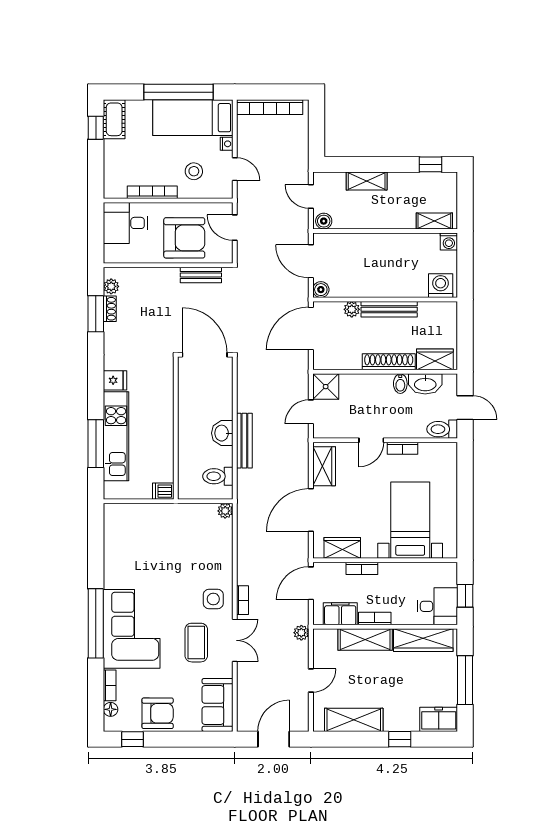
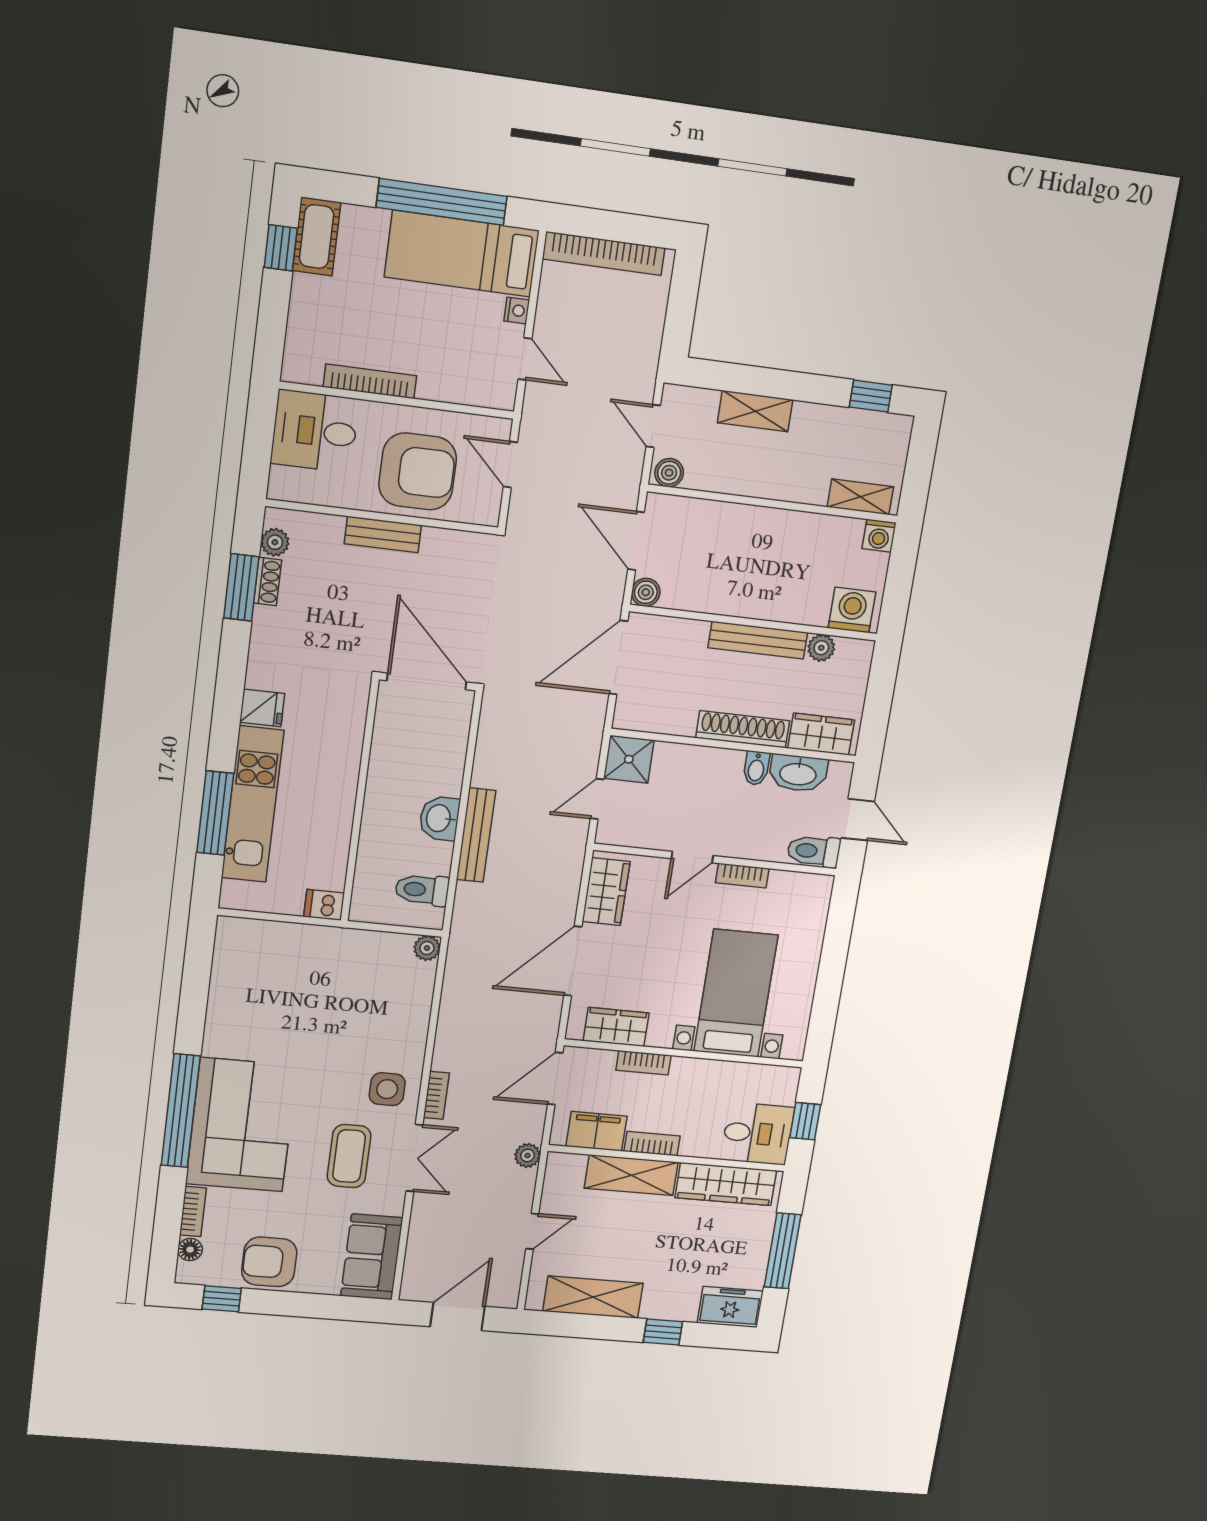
stool: (194, 171) -> (451, 353), removed
bench: (201, 275) -> (383, 534), moved
plant: (352, 309) -> (821, 648), moved
armchair: (158, 713) -> (269, 1262), turned 180

